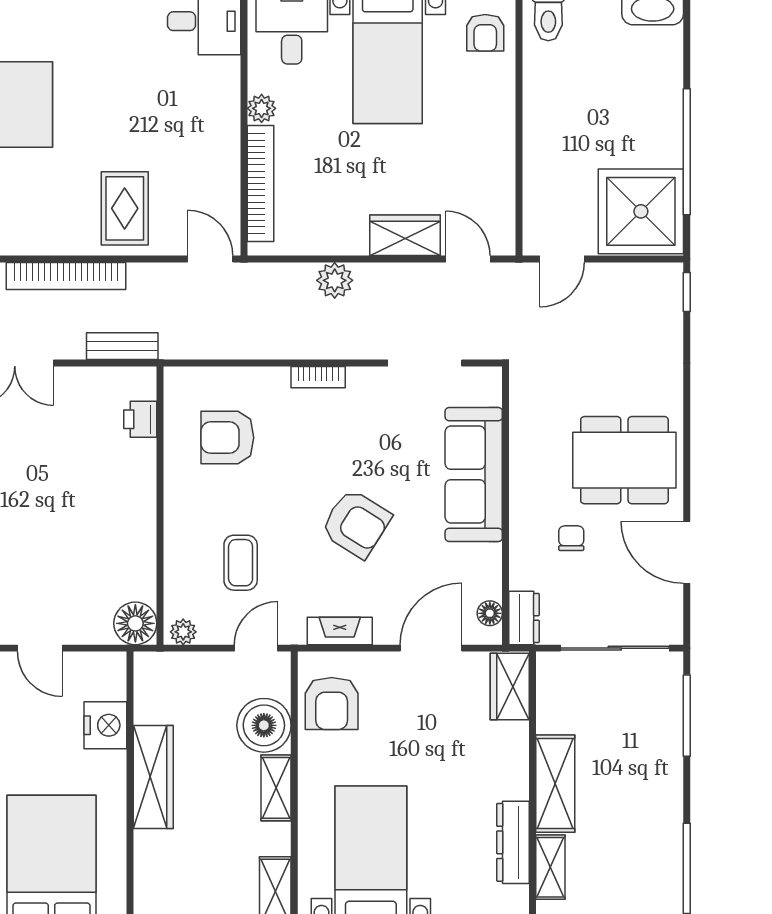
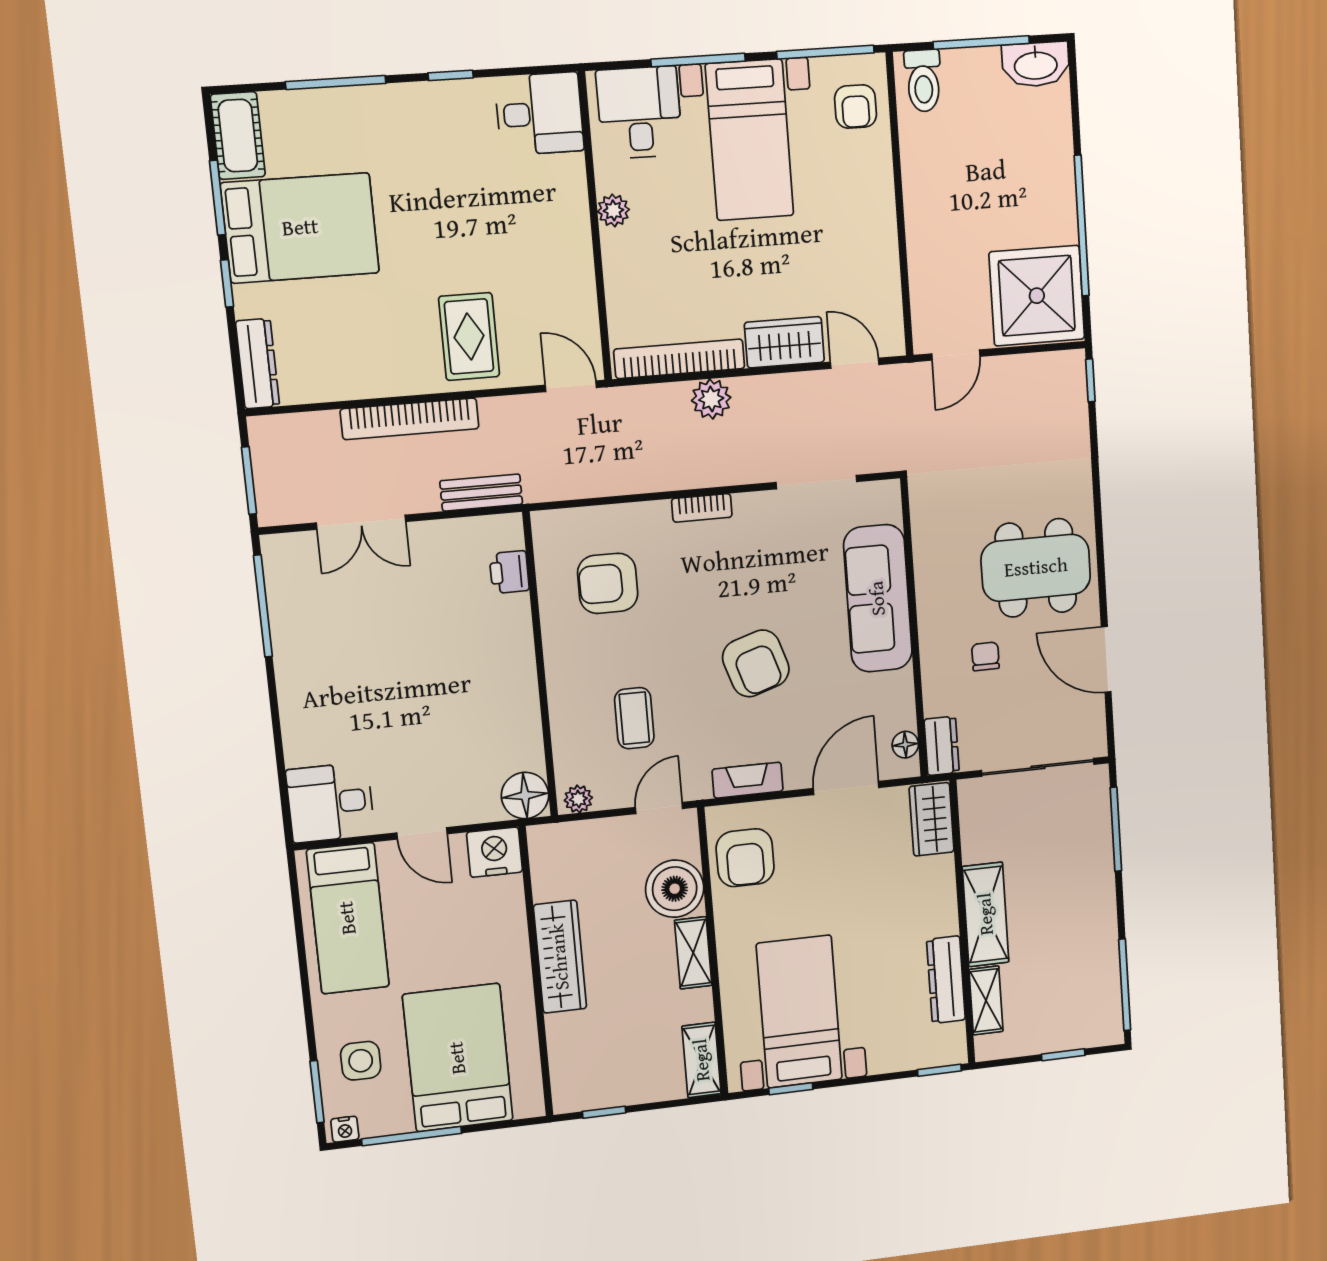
bookcase: (261, 184) -> (679, 359), moved, turned -90
armchair: (356, 523) -> (756, 663), turned 40
nightstand: (105, 725) -> (494, 852), moved, turned -90

